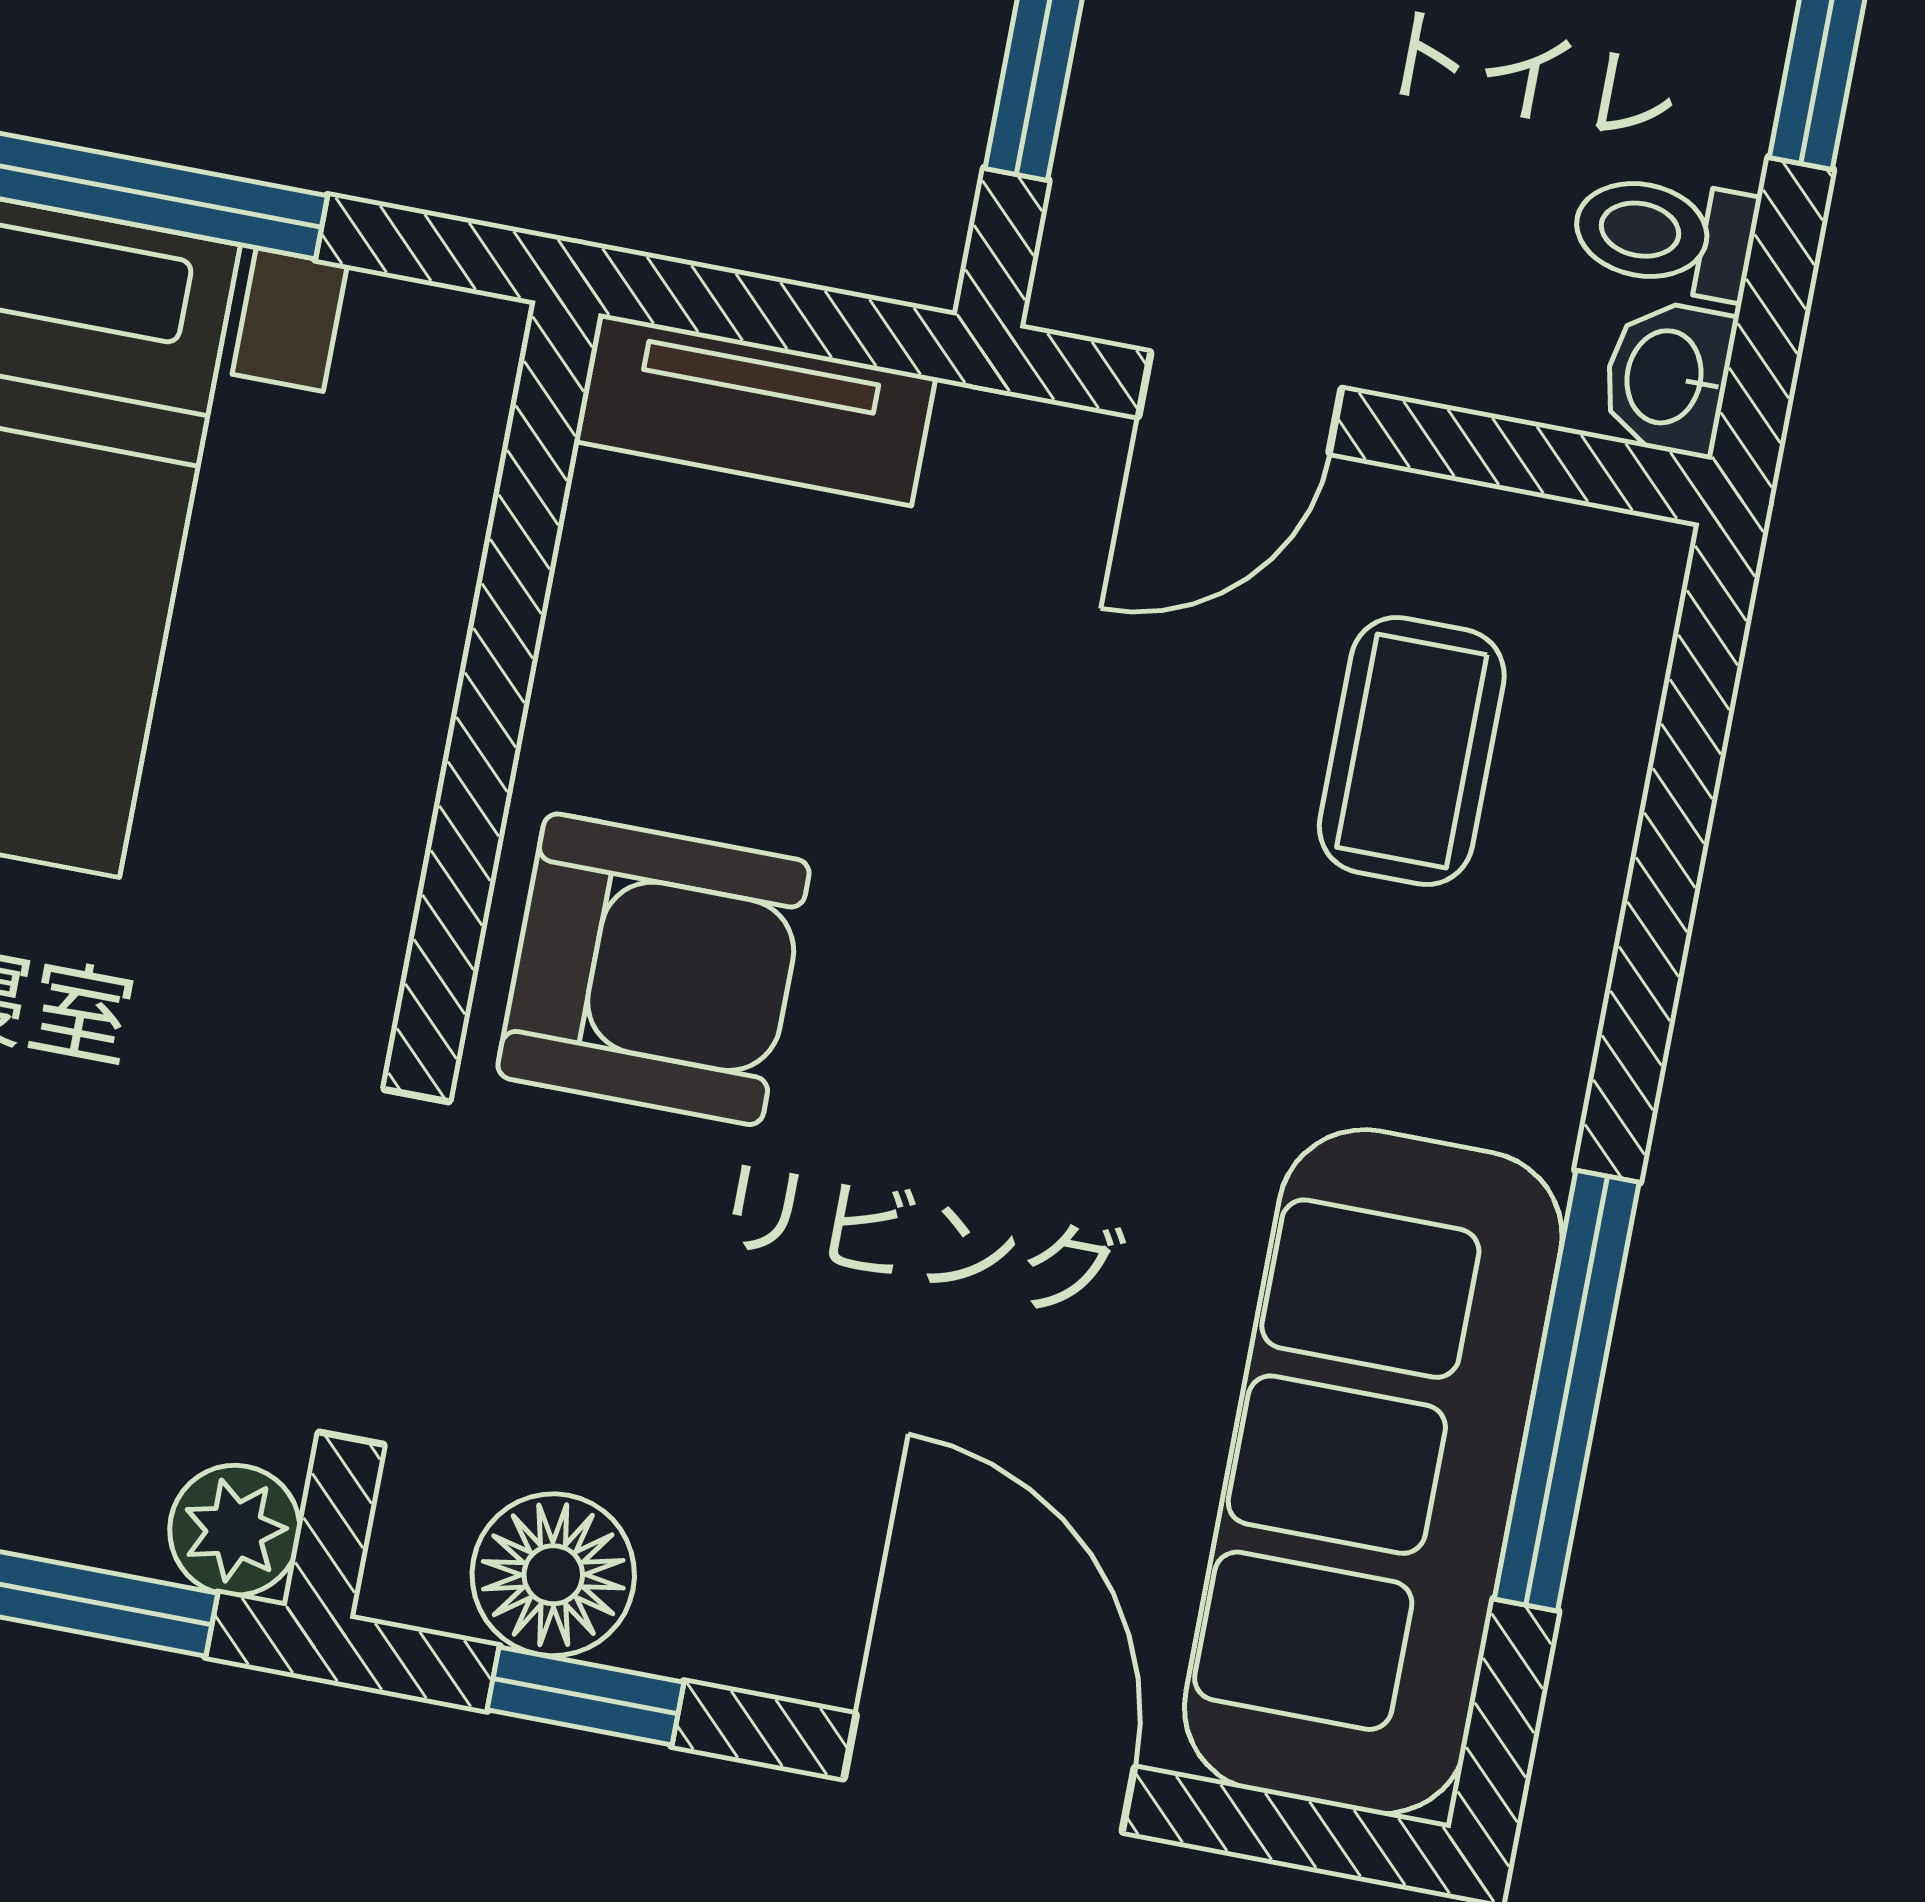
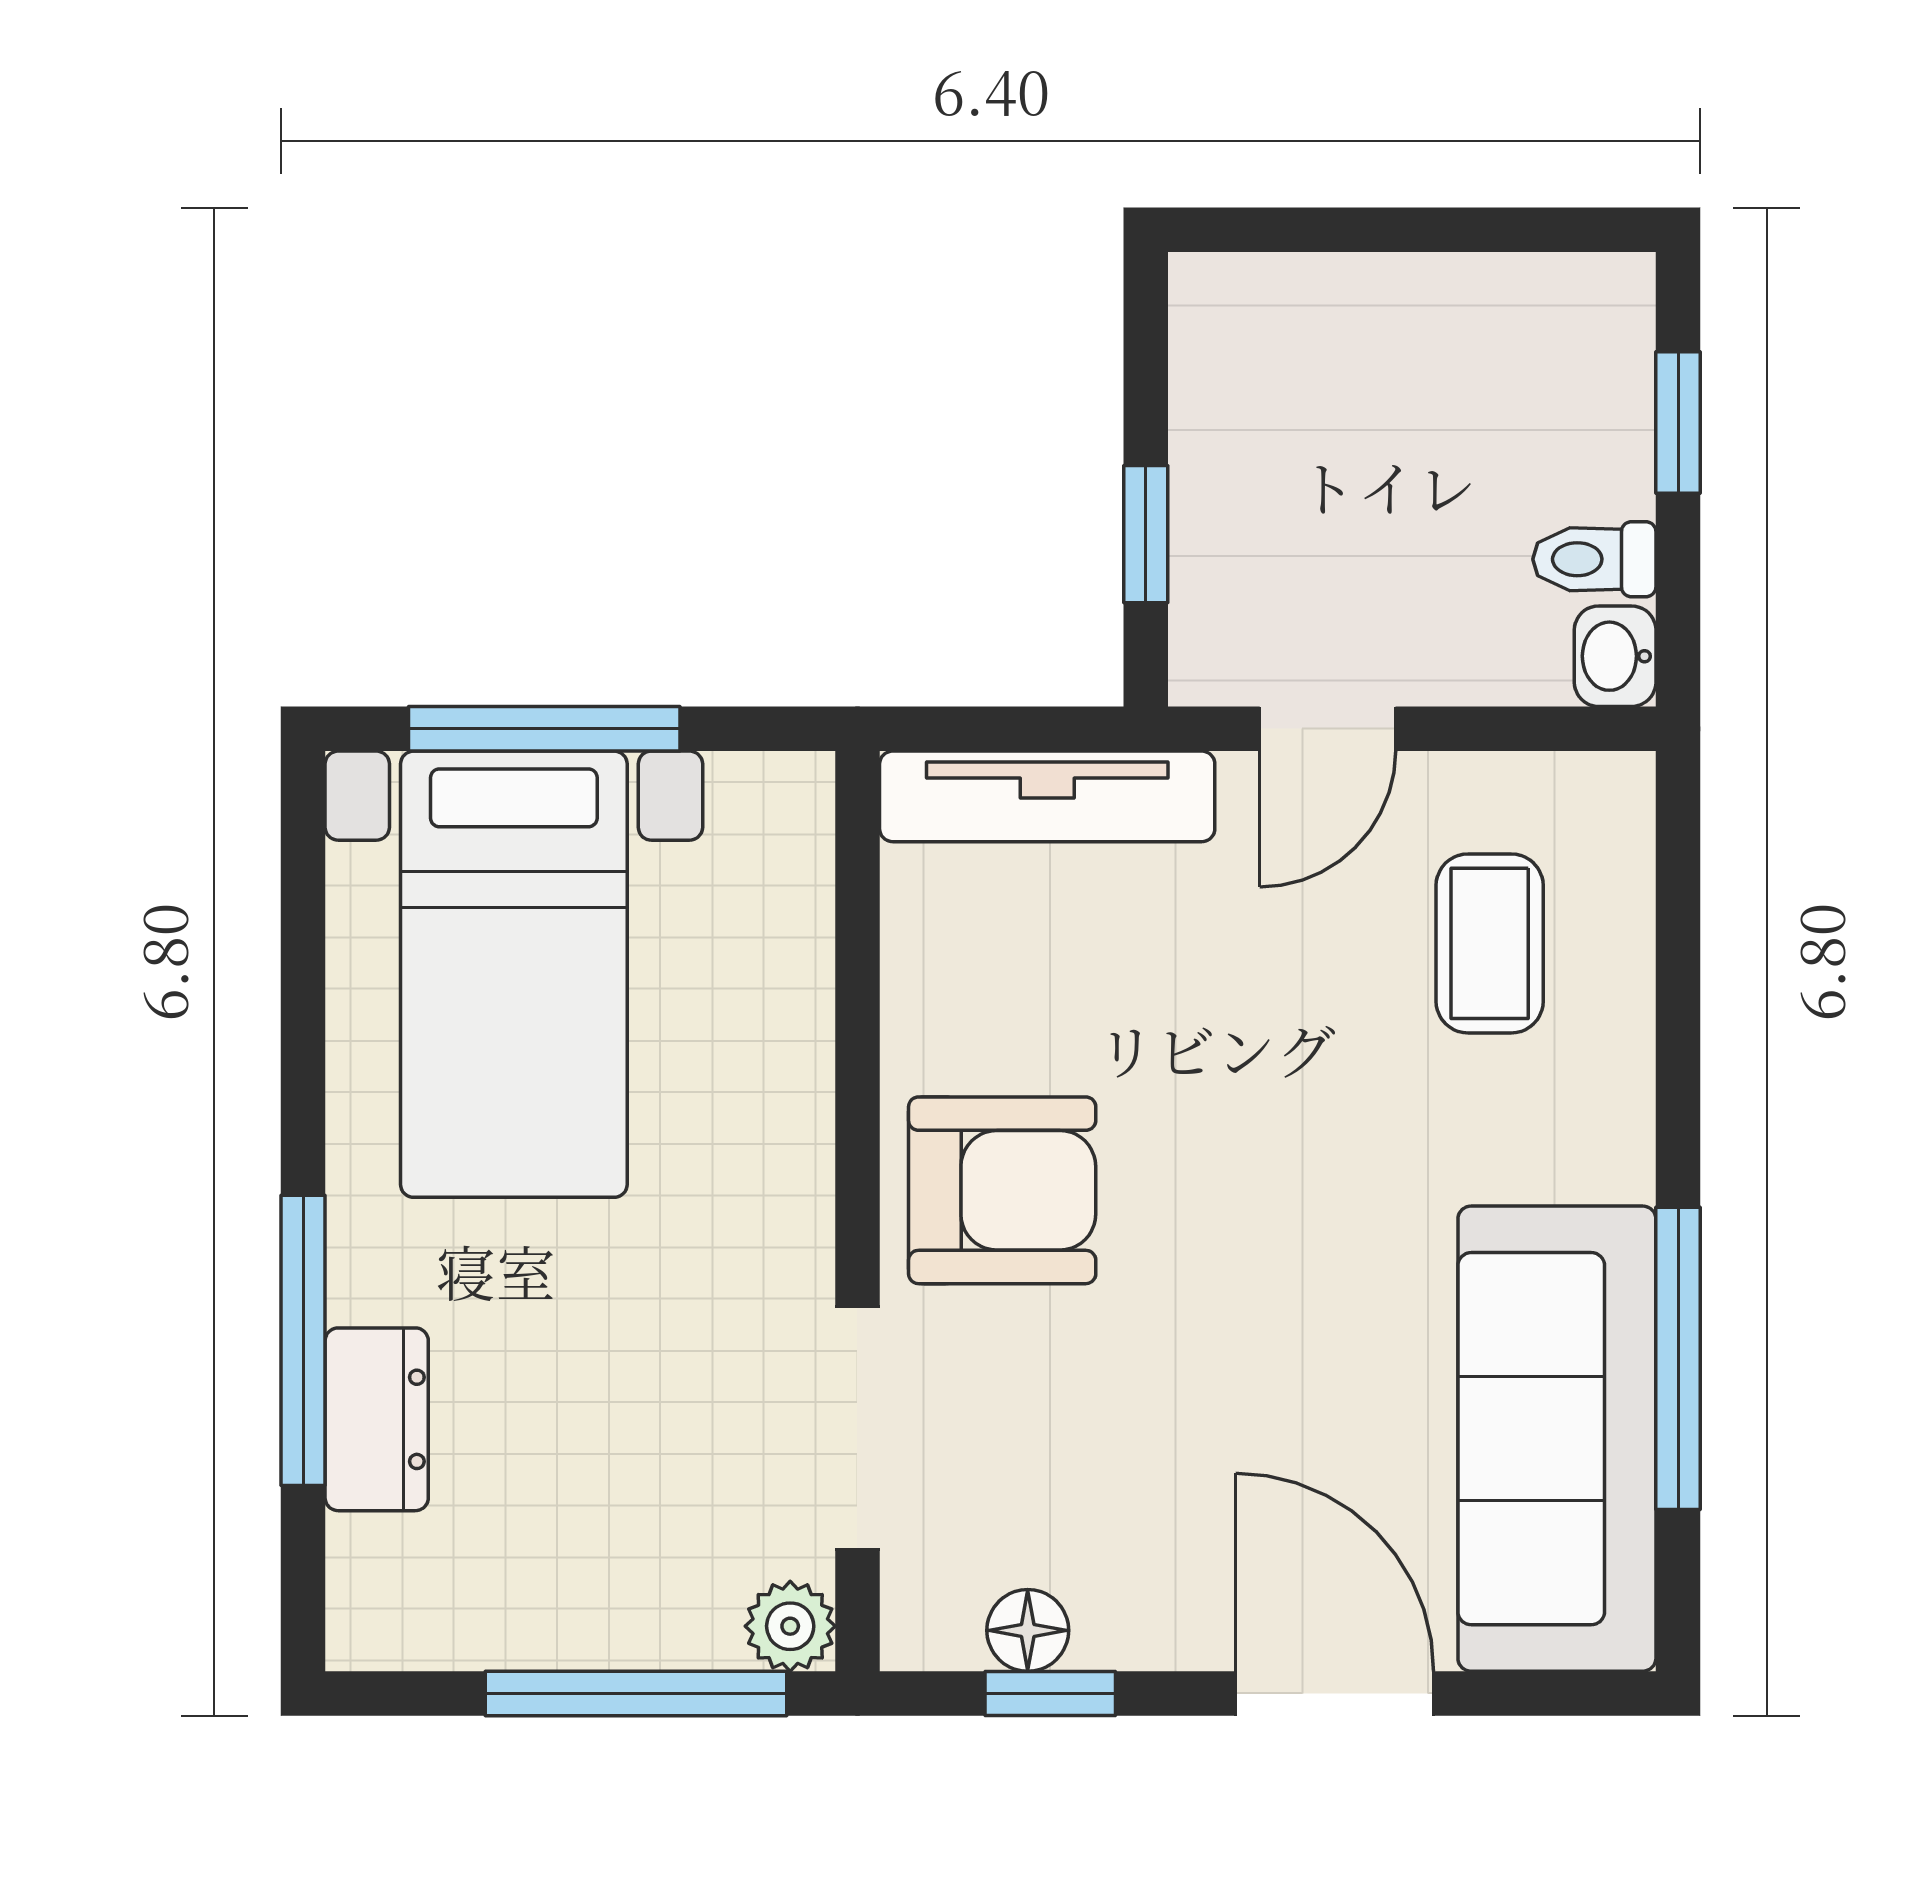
tv unit: (755, 409) -> (1047, 796), width x1.41
floor lamp: (553, 1575) -> (1028, 1630), width x0.73, depth x0.73

